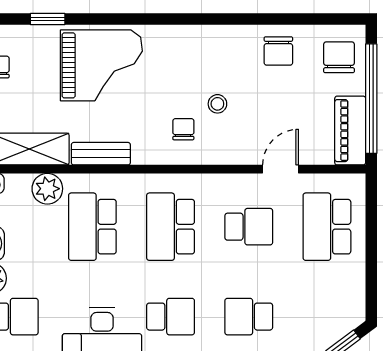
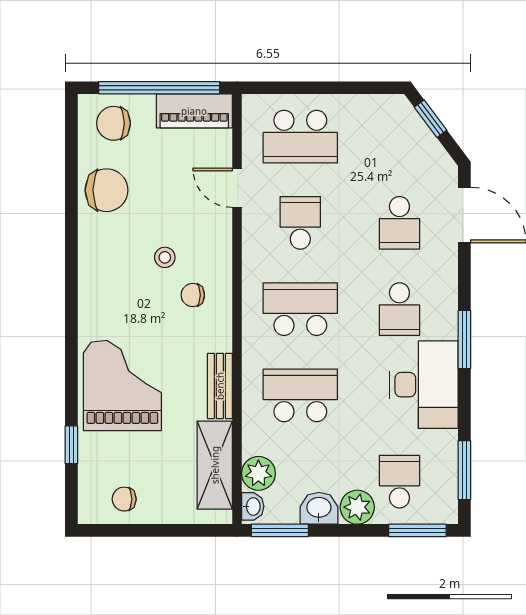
chair: (278, 51) -> (106, 190), width x1.37, depth x1.37
plant: (47, 189) -> (258, 473), moved
school desk: (92, 227) -> (300, 395), turned 180
school desk: (171, 227) -> (300, 309), turned 180
school desk: (171, 317) -> (399, 309), turned 180

